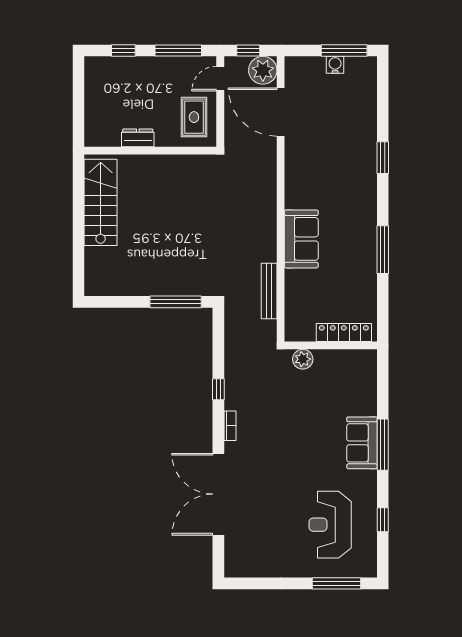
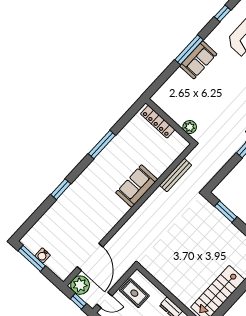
rug: (194, 117) -> (134, 293), turned 90
window: (176, 302) -> (226, 212), width x0.69

